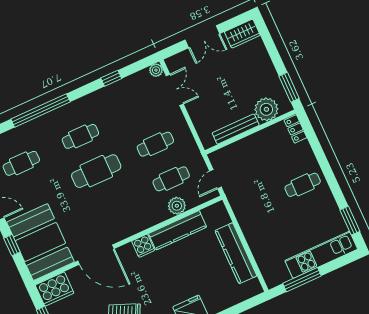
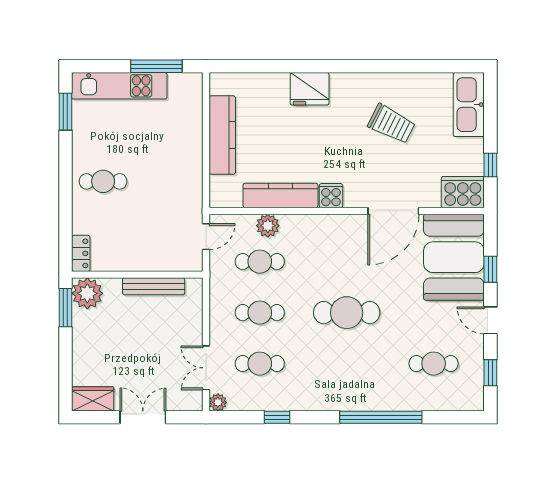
plant: (266, 109) -> (87, 293), moved
cafe table: (80, 136) -> (260, 364), moved
door: (96, 255) -> (393, 211), swing flipped

